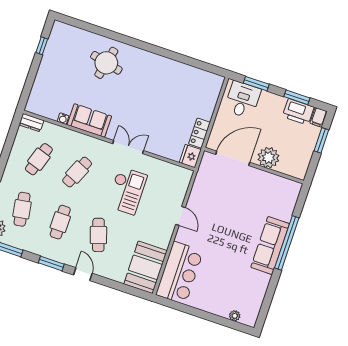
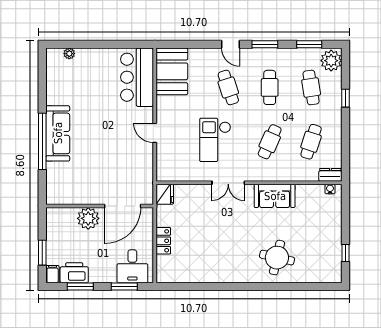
water cooler: (63, 119) -> (330, 189), moved
locker: (199, 133) -> (163, 241), moved

